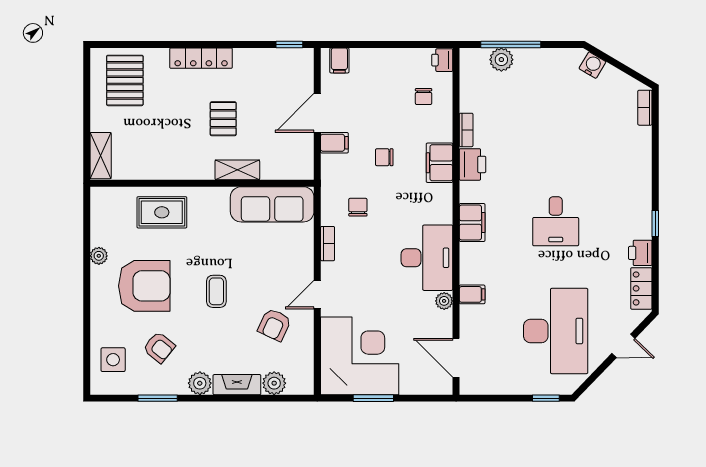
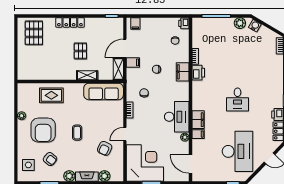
plant: (501, 60) -> (240, 23), moved
shelving: (101, 156) -> (118, 69), moved
filing cabinet: (472, 222) -> (198, 120), moved
armchair: (144, 286) -> (43, 130), turned 90

